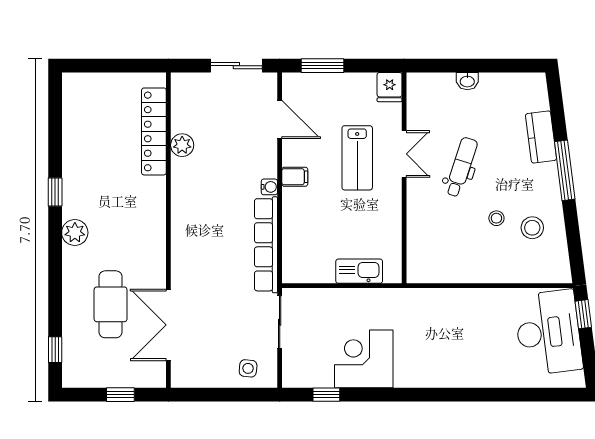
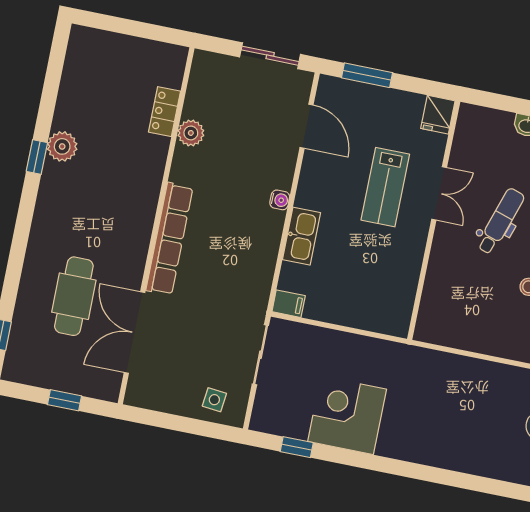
locker: (154, 131) -> (165, 112), width x0.46, depth x0.83
filing cabinet: (295, 177) -> (289, 304), moved
plant: (75, 233) -> (62, 146), moved
row of seats: (266, 245) -> (169, 239), moved, turned 180
kitchen sink: (359, 271) -> (301, 236), moved, turned 90

